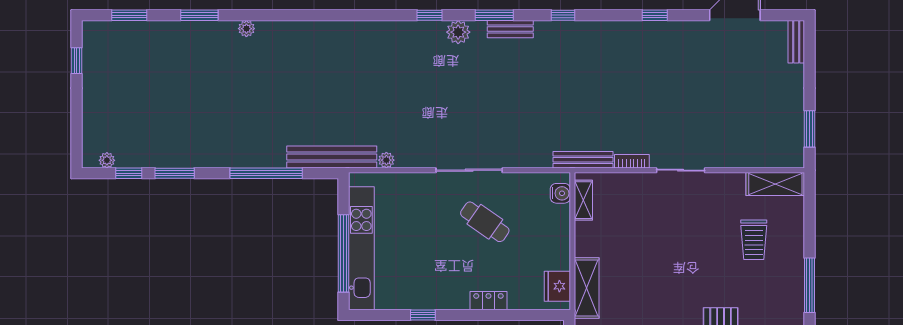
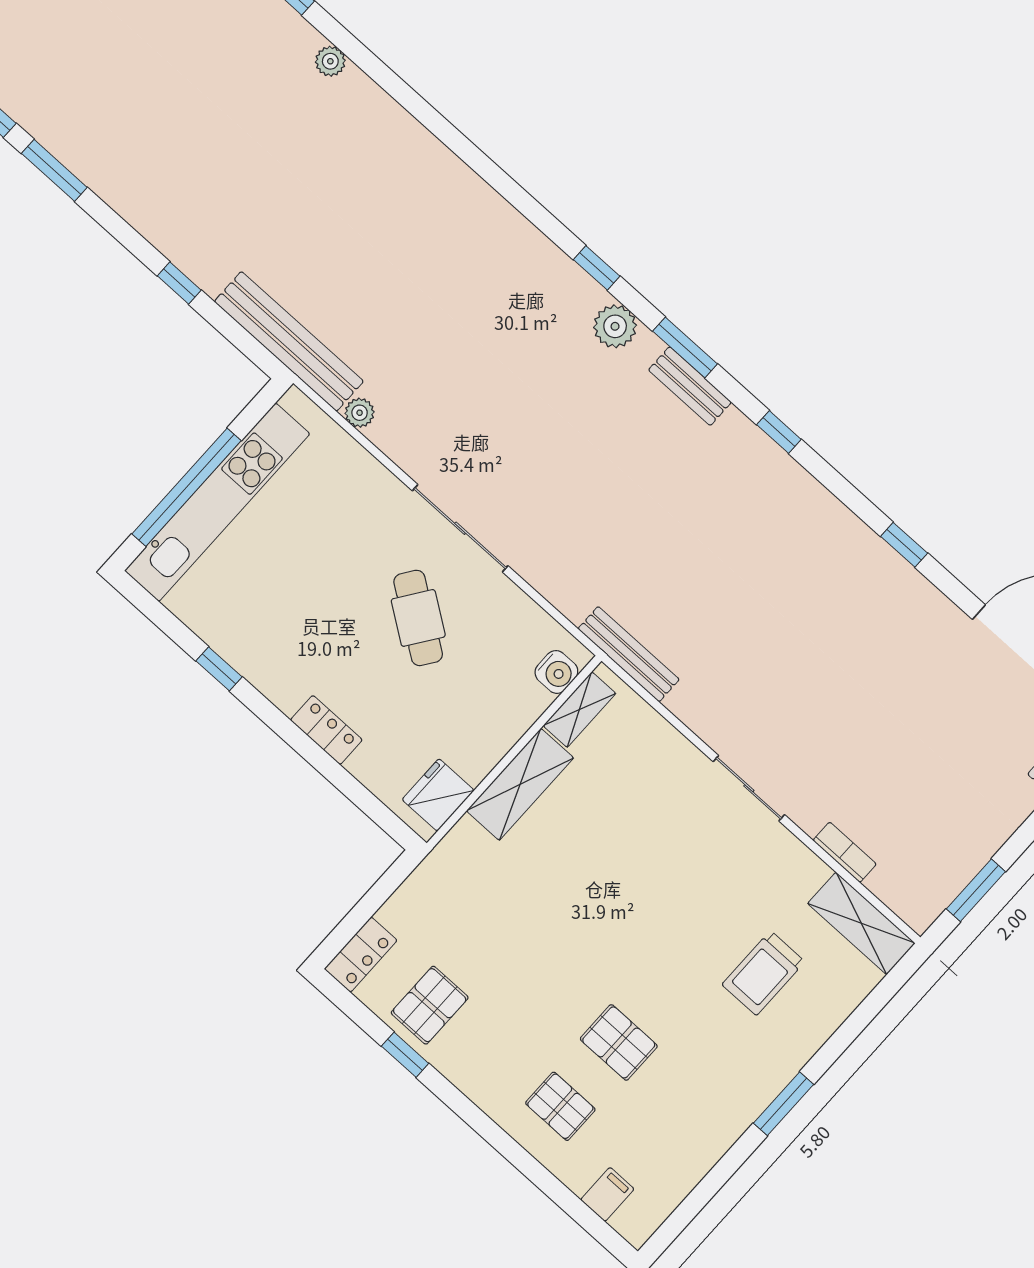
bookcase: (632, 161) -> (845, 852), moved
window: (266, 173) -> (179, 283), width x0.32
window: (810, 285) -> (784, 1104), width x0.69
shelving: (587, 288) -> (520, 784), moved

